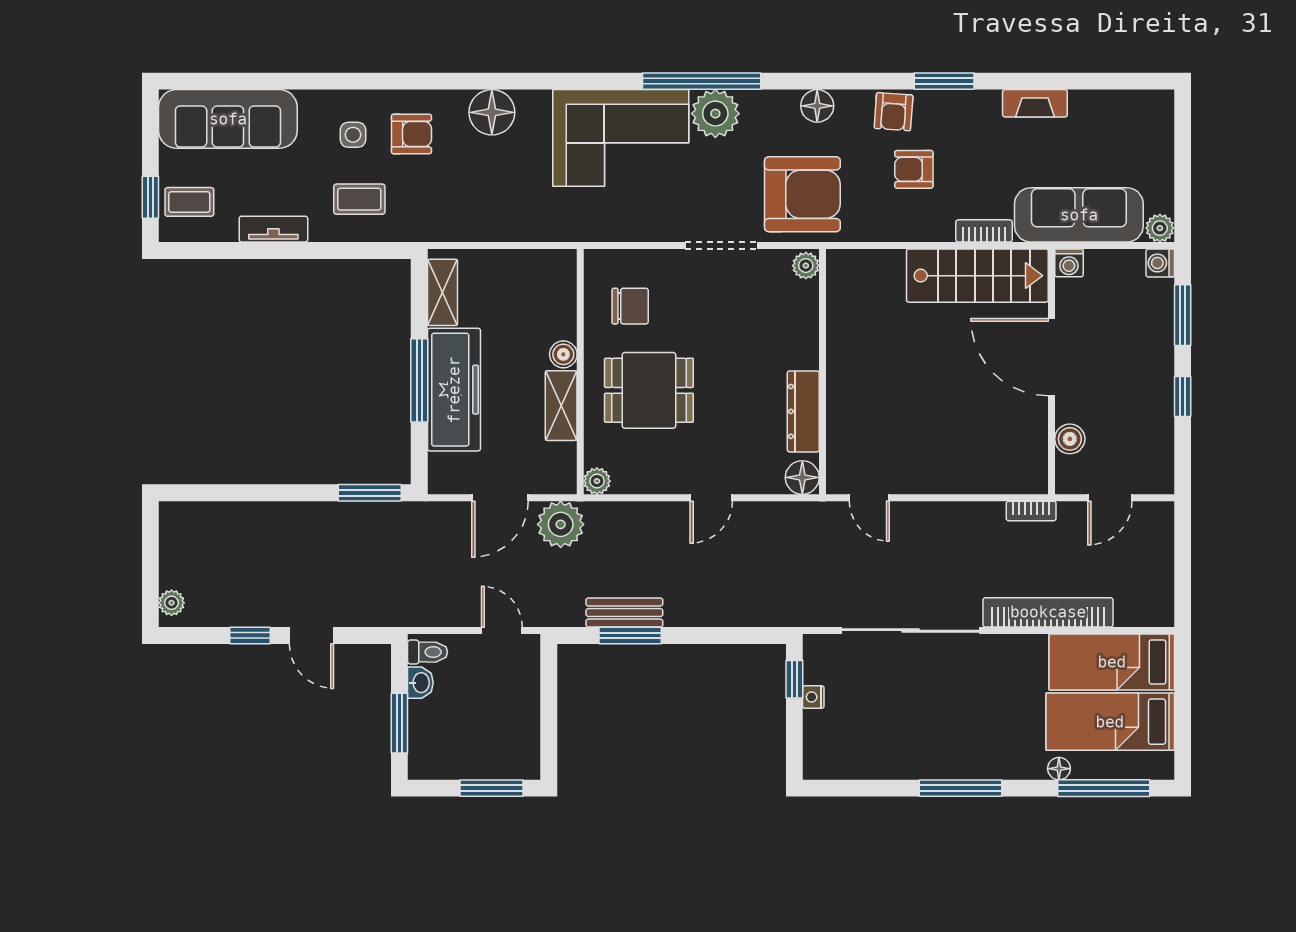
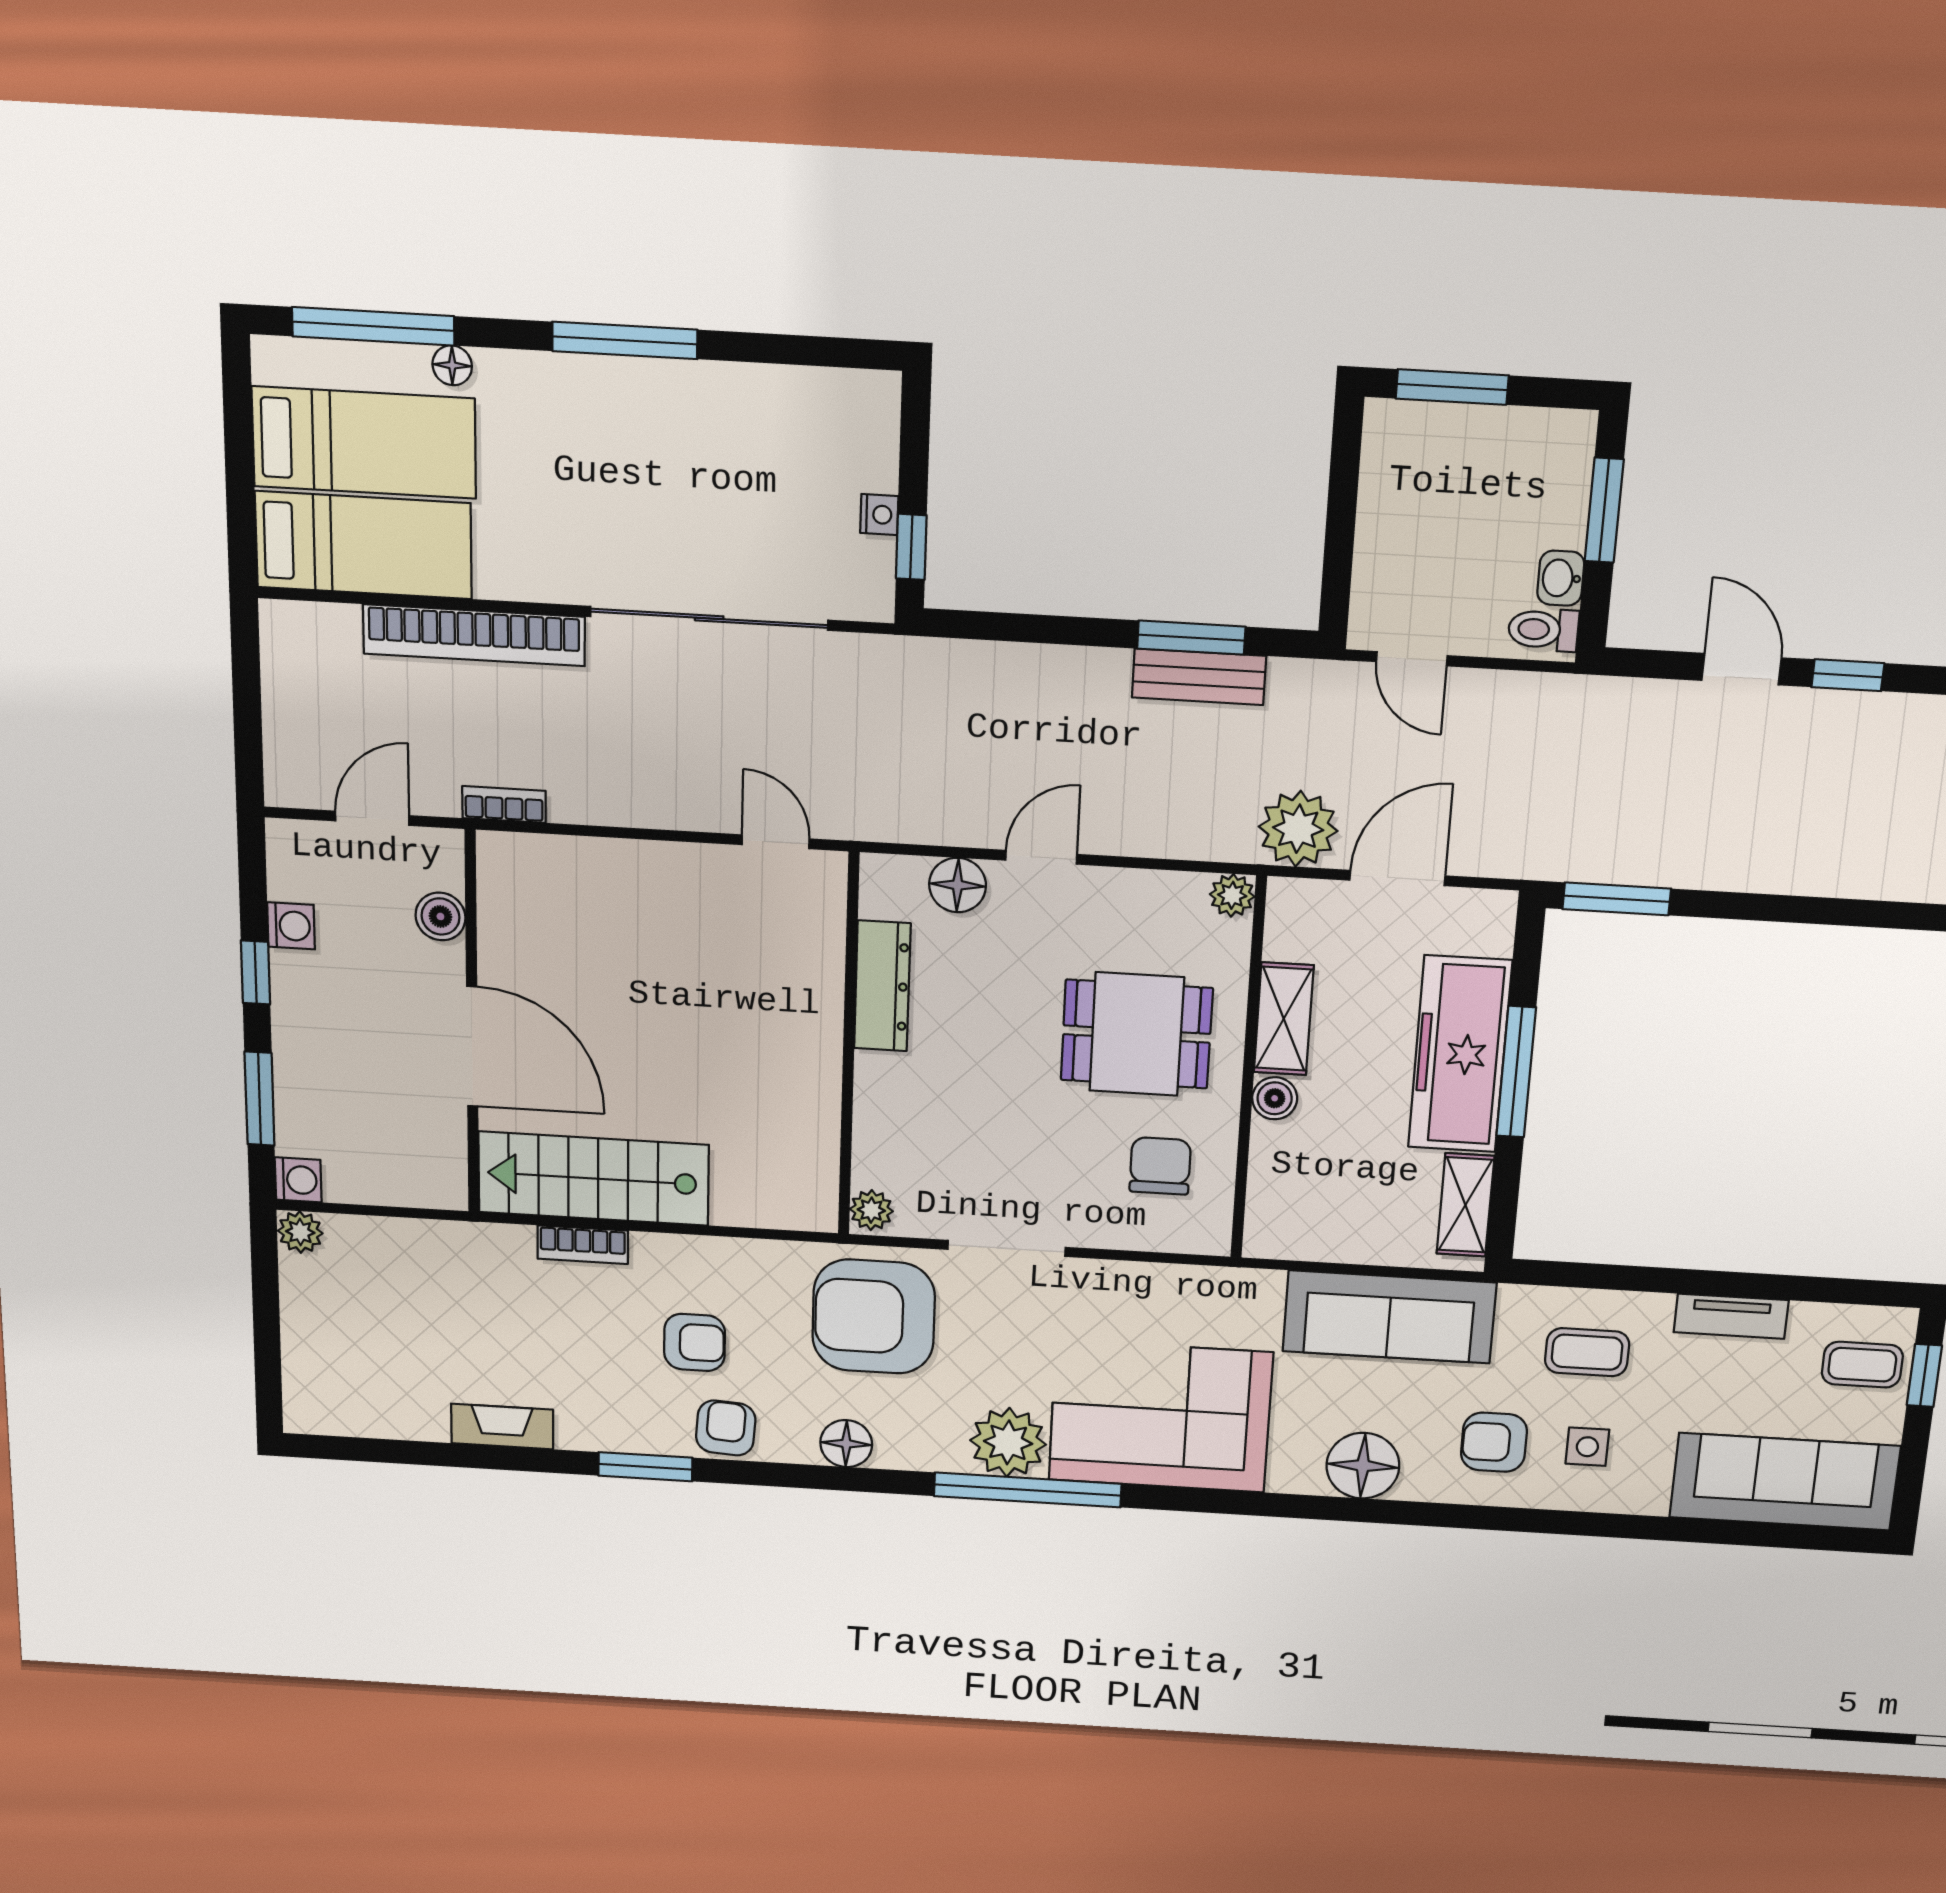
sofa: (1079, 215) -> (1389, 1317), moved
washing machine: (1069, 263) -> (291, 926), moved, turned 90
chair: (630, 306) -> (1160, 1166), turned 90
floor lamp: (802, 477) -> (958, 885), moved

